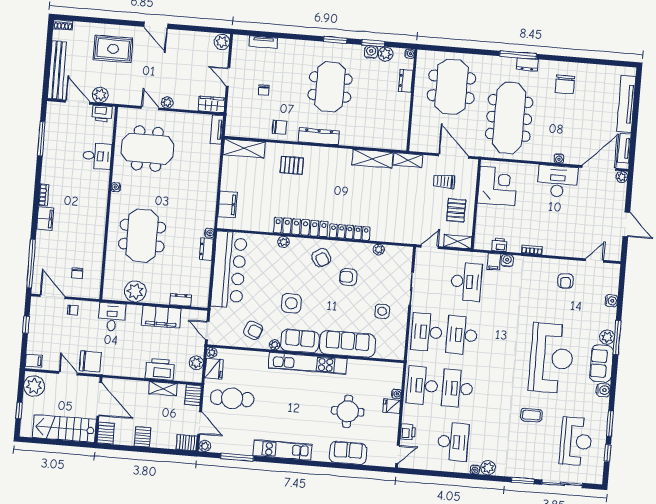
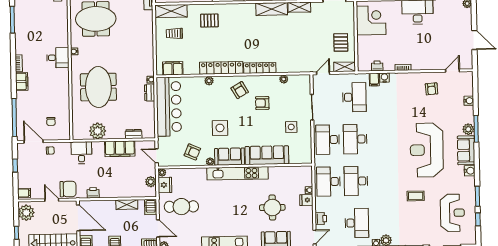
desk: (97, 156) -> (58, 58), moved
trolley: (444, 181) -> (174, 33), moved
filing cabinet: (227, 204) -> (173, 68), moved, turned -90
reception desk: (551, 358) -> (427, 150), turned 180
printer: (160, 369) -> (93, 193), moved, width x0.53, depth x0.68

